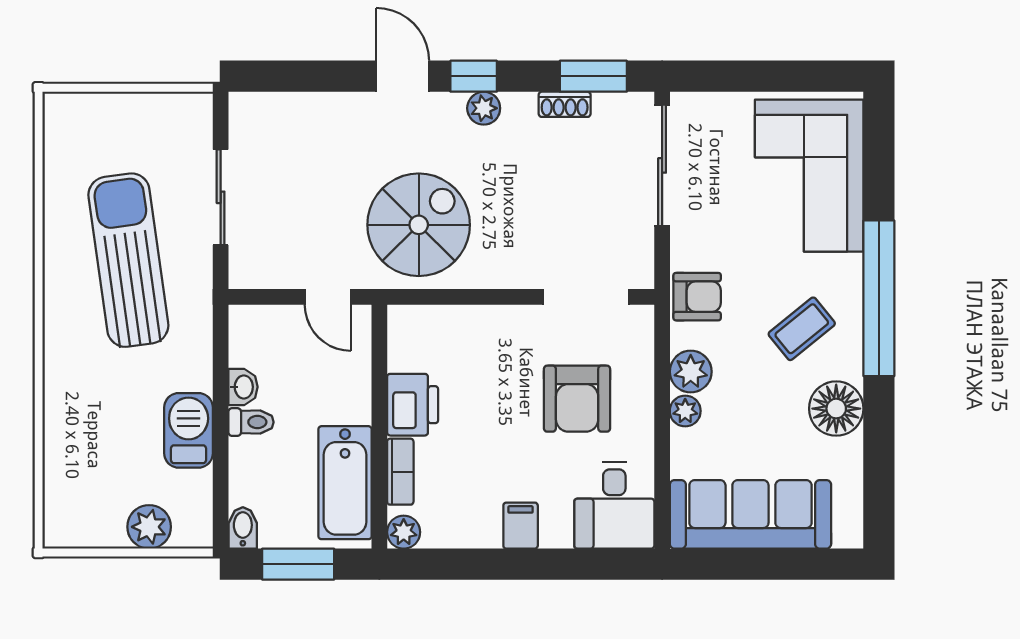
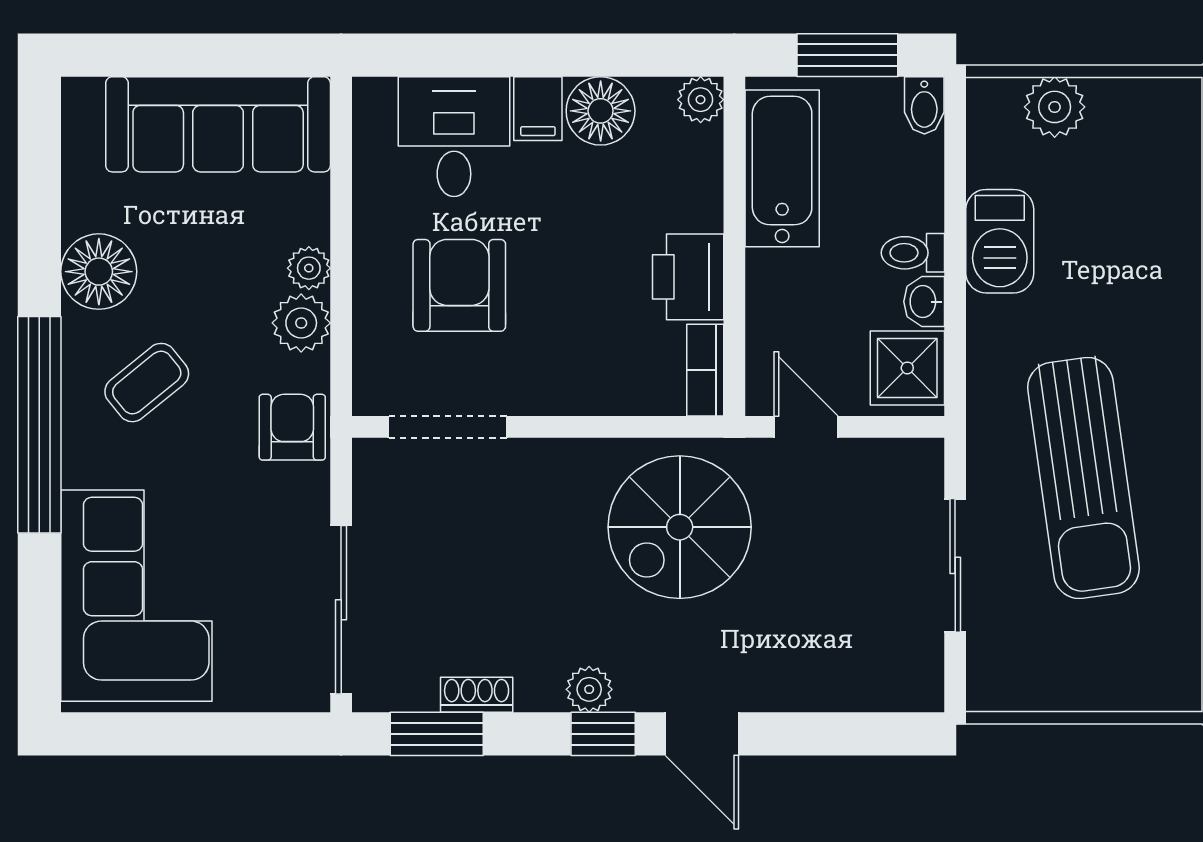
armchair: (697, 297) -> (292, 427), turned 90
shower: (255, 339) -> (907, 368), added
bookcase: (400, 472) -> (705, 370), moved
desk: (614, 506) -> (454, 137), moved
floor lamp: (476, 524) -> (601, 111), added

